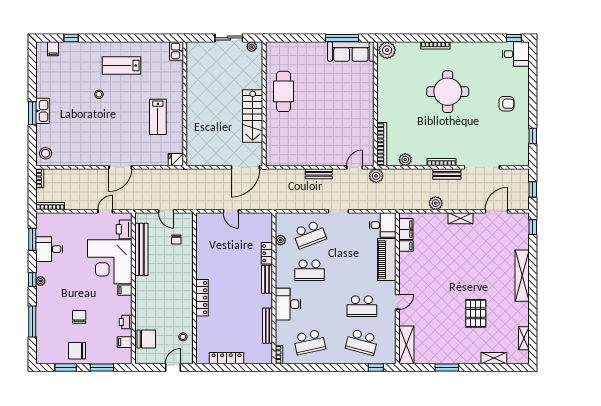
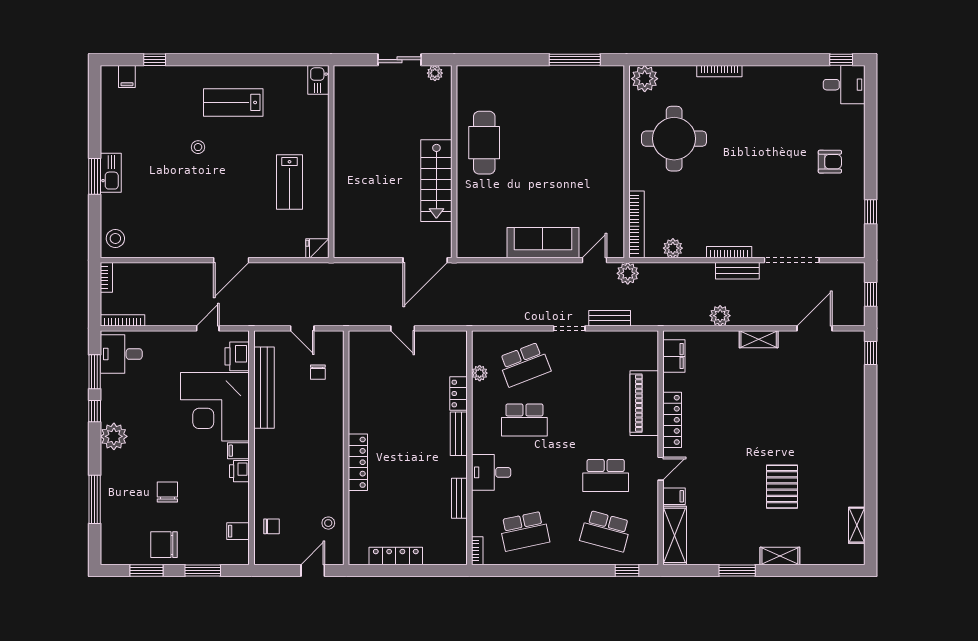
sofa: (351, 51) -> (543, 243), moved, turned 180
round table: (448, 92) -> (674, 139), moved
bench: (319, 174) -> (610, 318), moved
desk: (383, 225) -> (638, 350), removed
filing cabinet: (406, 246) -> (674, 496), moved
desk: (49, 249) -> (121, 354), moved
locker: (405, 270) -> (672, 420), added
shelving: (522, 276) -> (854, 428), removed
window: (32, 280) -> (95, 411), moved
plant: (40, 281) -> (114, 436), width x1.88, depth x1.88
desk: (288, 304) -> (491, 472), width x0.73
printer: (126, 322) -> (239, 471), moved
bench: (268, 326) -> (459, 498), width x0.73
chair: (146, 339) -> (271, 526), width x0.54, depth x0.54
shelving: (494, 358) -> (780, 556), moved

